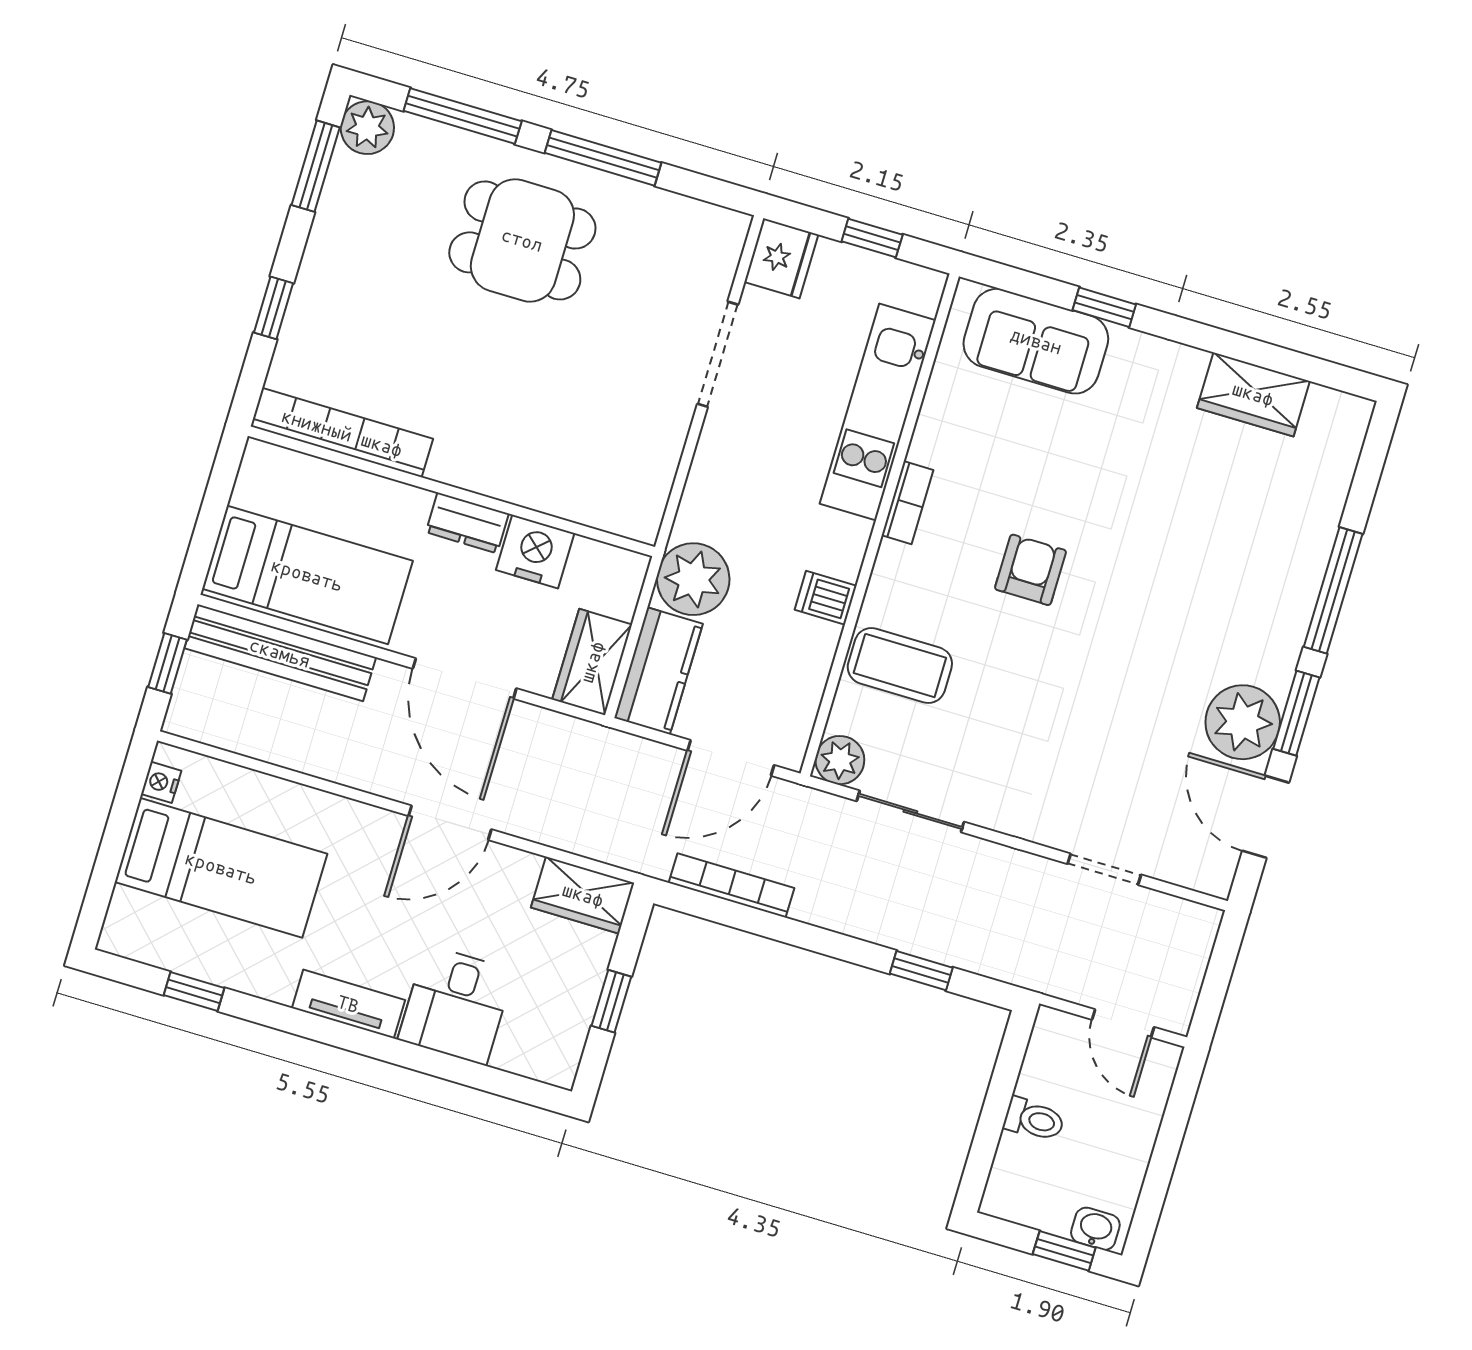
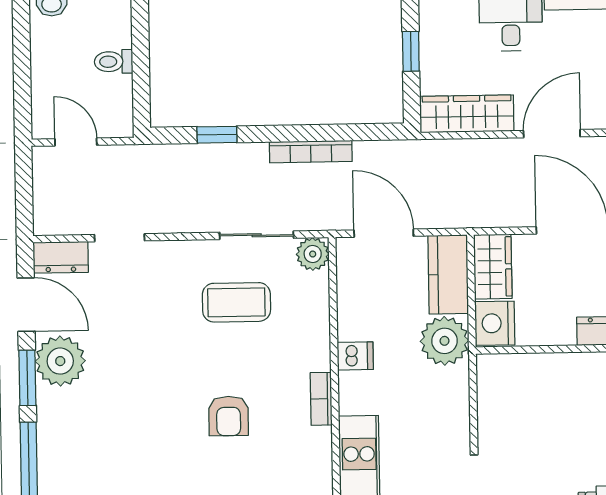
bookcase: (908, 503) -> (321, 399), moved
nightstand: (535, 552) -> (495, 323), moved, turned 90
coffee table: (900, 665) -> (236, 302), moved
door: (731, 758) -> (384, 233), hinge flipped
dresser: (1196, 868) -> (61, 257), added
bookcase: (731, 885) -> (311, 152), moved
wardrobe: (583, 895) -> (467, 114), width x1.50

